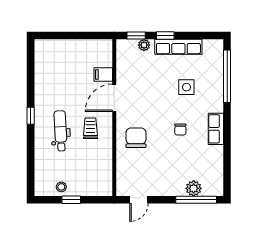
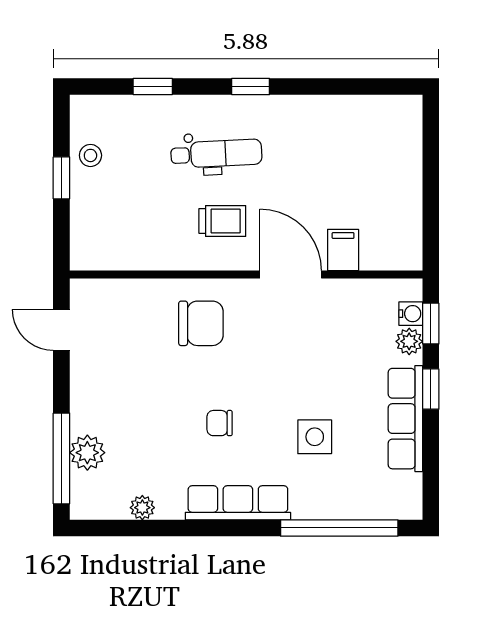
water cooler: (132, 44) -> (411, 314), added
row of seats: (216, 129) -> (238, 503), width x1.48
window: (31, 159) -> (153, 87), added
plant: (218, 164) -> (142, 508), added

